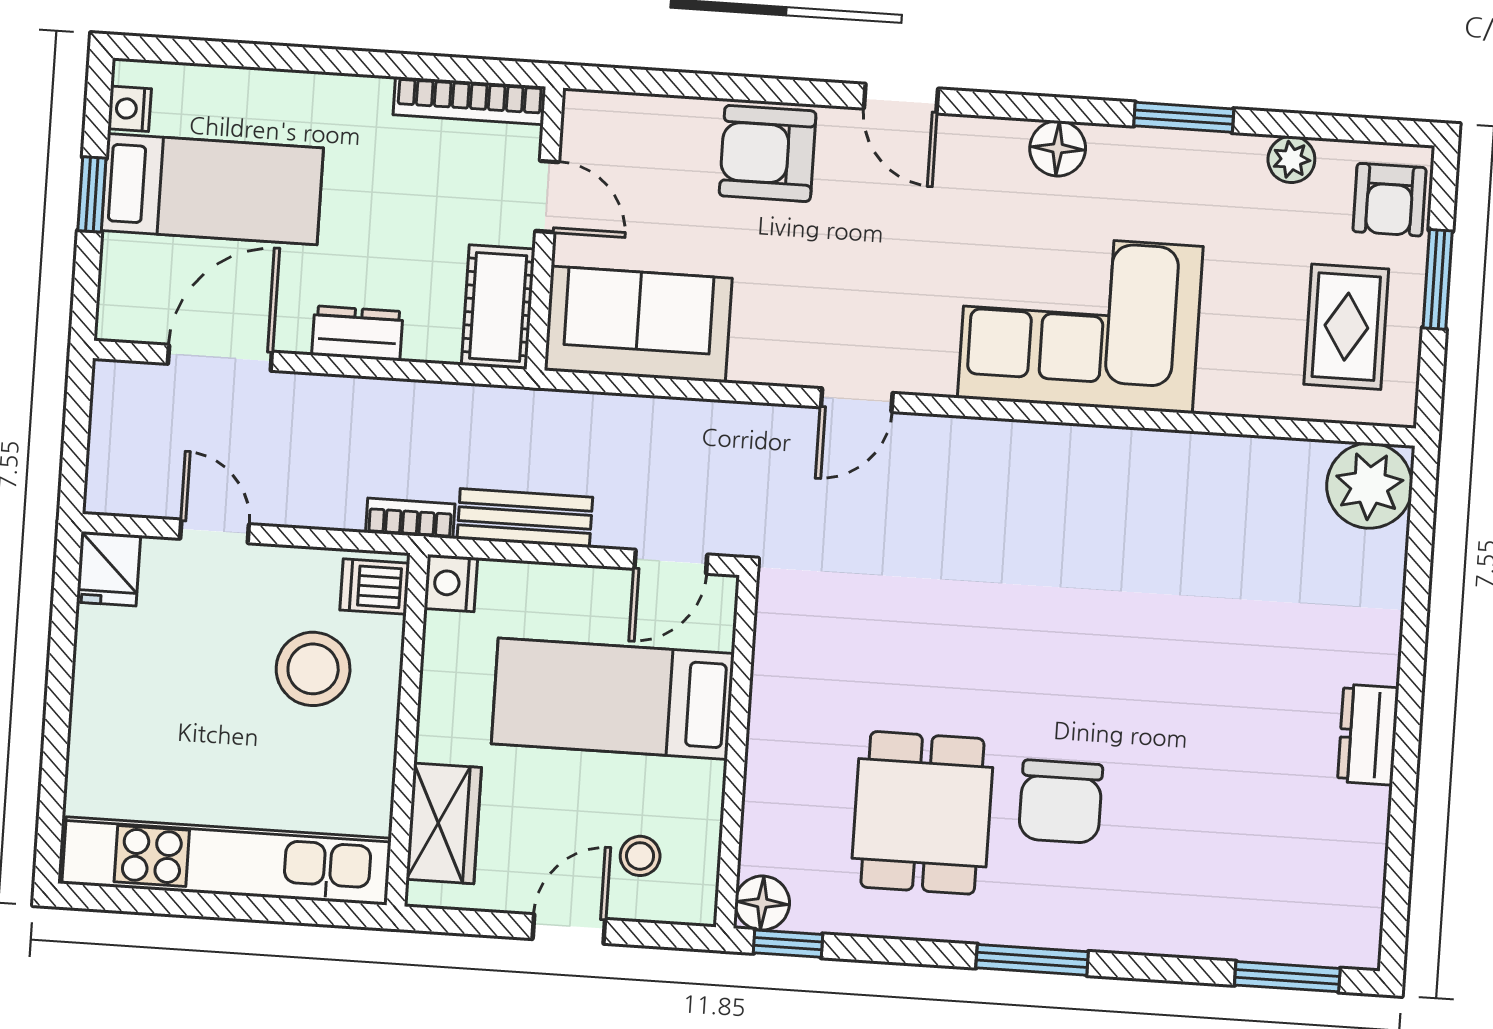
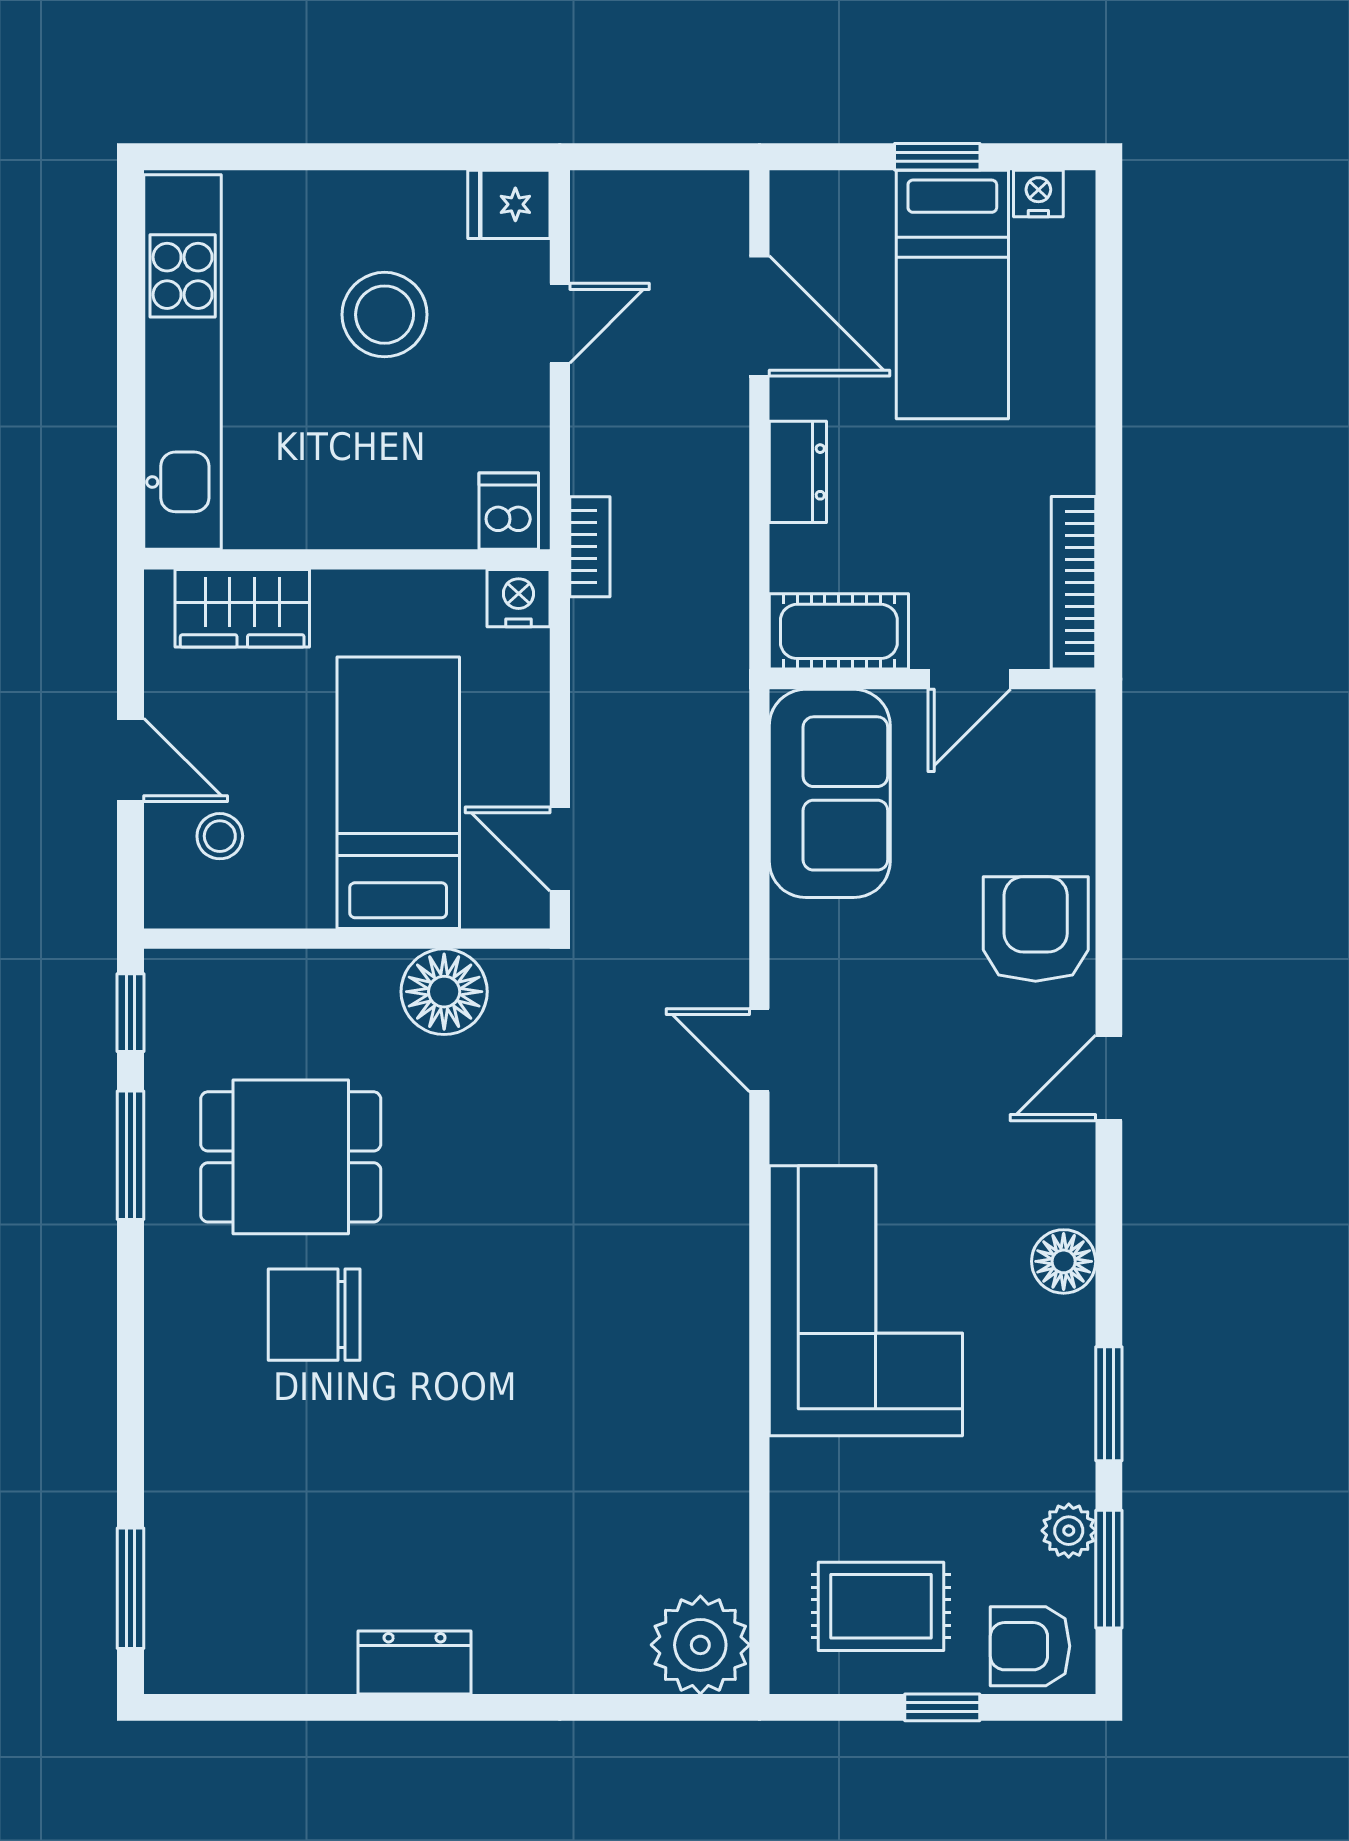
window: (1327, 127) -> (1109, 1569), added
window: (1438, 279) -> (942, 1707), width x0.67
bench: (525, 518) -> (599, 678), removed
stool: (313, 669) -> (385, 315), moved
floor lamp: (762, 903) -> (444, 992), moved, width x1.38, depth x1.38
window: (1032, 960) -> (131, 1155), moved

